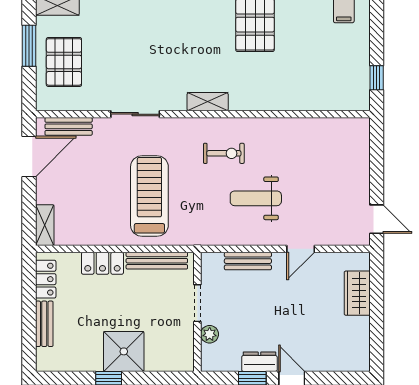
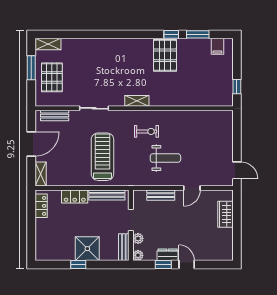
door: (29, 157) -> (31, 144), moved
weight bench: (256, 198) -> (165, 158), turned 180
bench: (44, 324) -> (124, 247), moved
plant: (209, 363) -> (138, 255), added

